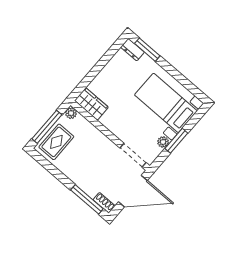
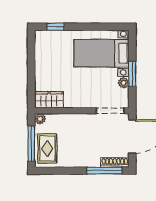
dresser: (132, 50) -> (45, 36), removed
window: (147, 50) -> (55, 27), width x0.67
shoe rack: (104, 203) -> (115, 162), width x1.43

